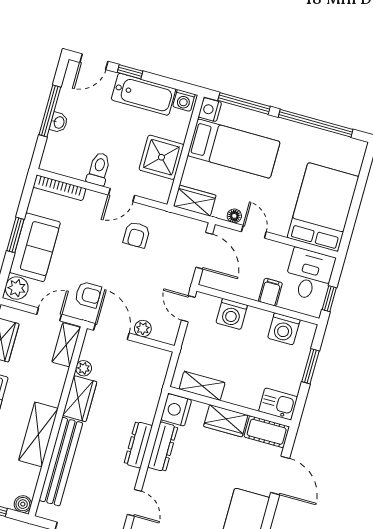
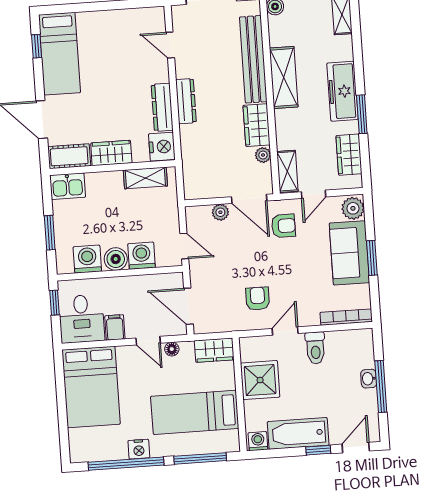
nightstand: (210, 110) -> (139, 449), moved, turned 90
filing cabinet: (270, 292) -> (115, 327), moved, turned 180
armchair: (88, 295) -> (283, 226), turned 180
boiler: (257, 319) -> (116, 259), added

